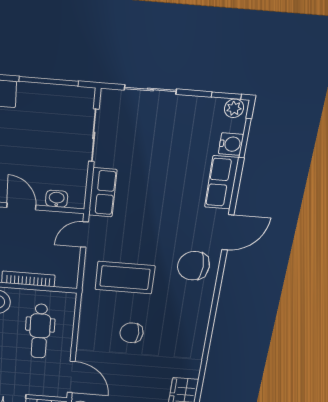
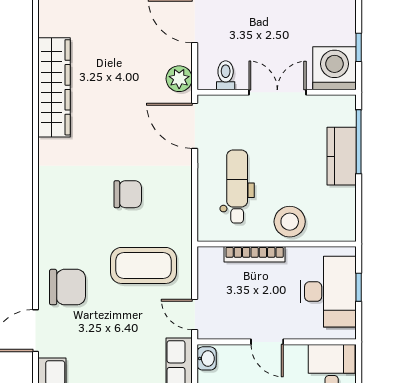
washbasin: (57, 199) -> (207, 358), moved, turned -90
door: (84, 235) -> (195, 314), swing flipped

